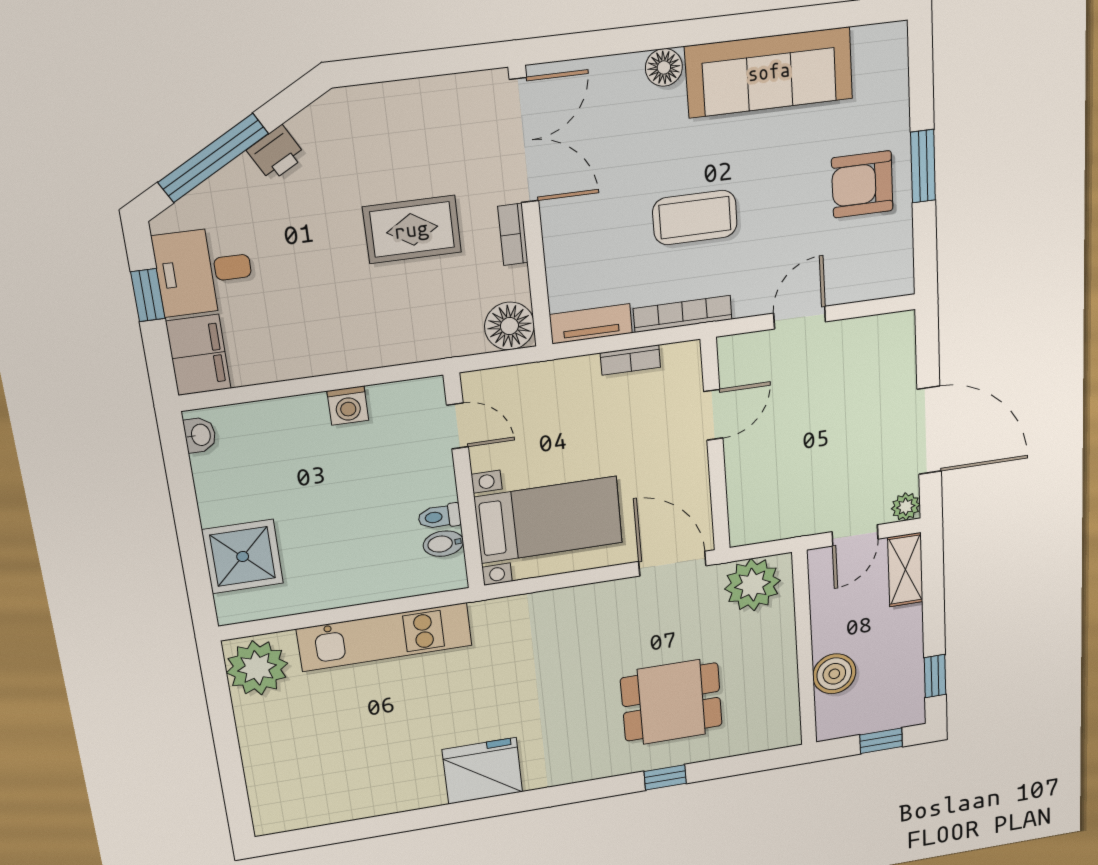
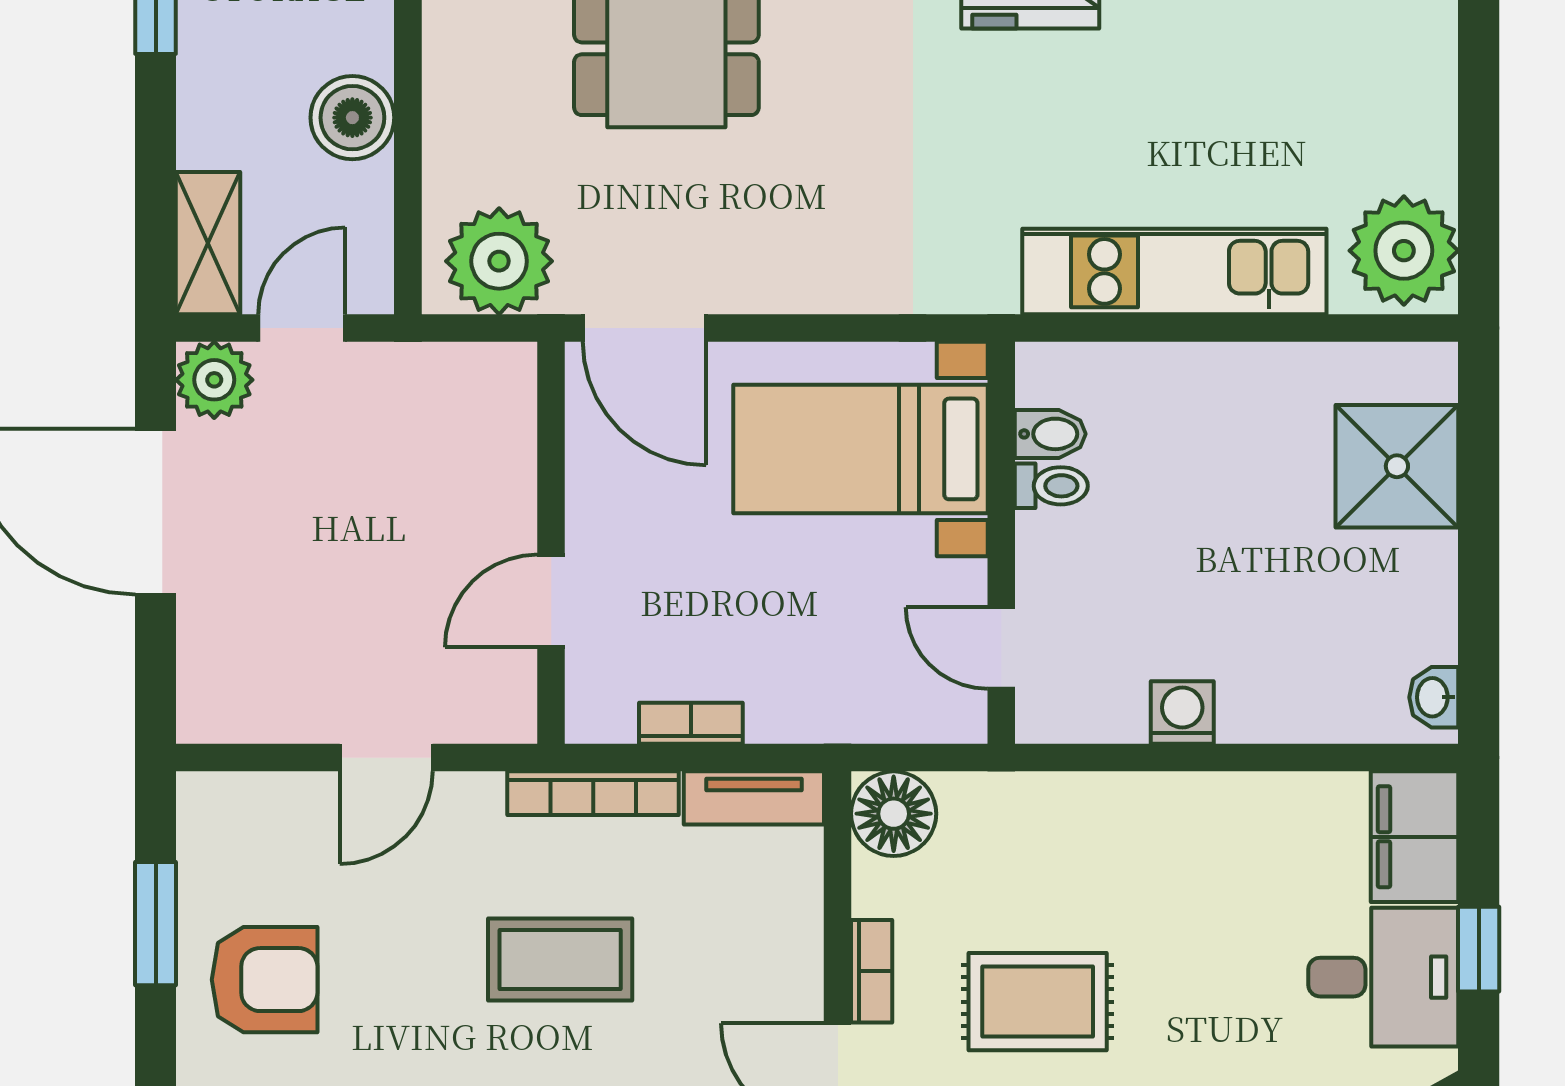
window: (923, 166) -> (156, 924), moved
plant: (906, 507) -> (214, 380), width x1.38, depth x1.38
boiler: (834, 674) -> (352, 118), moved

